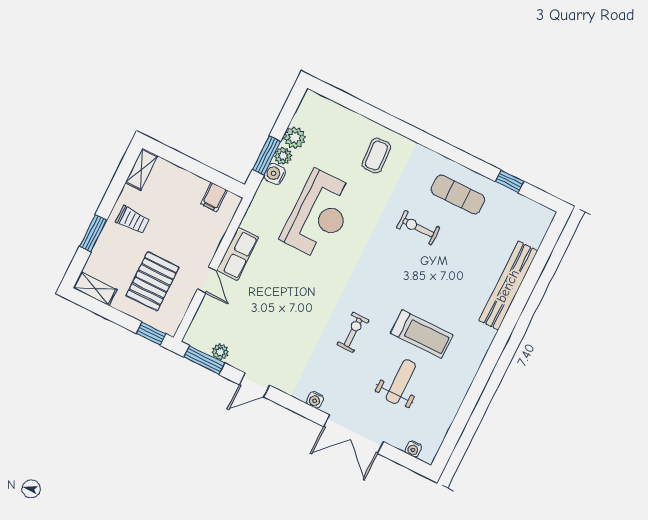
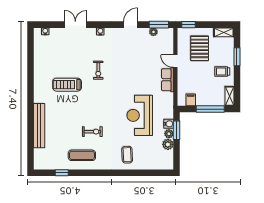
window: (187, 163) -> (210, 109), added
weight bench: (401, 382) -> (66, 59), removed
double door: (353, 434) -> (75, 25), width x0.73

